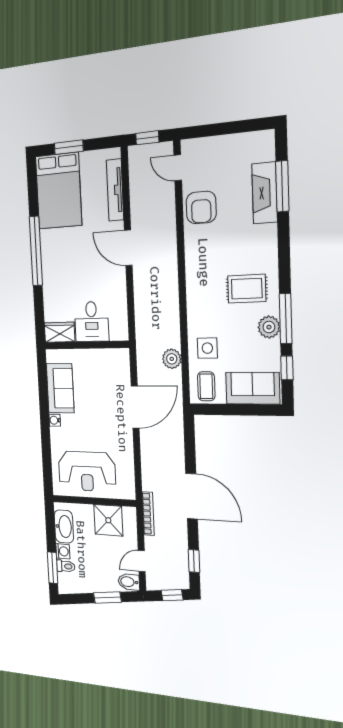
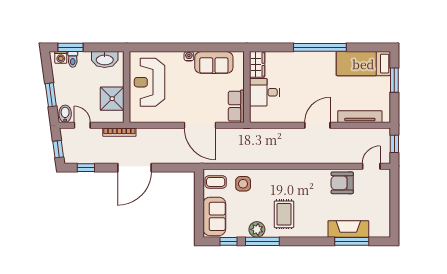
bed: (59, 191) -> (363, 64), width x0.67
row of seats: (110, 359) -> (236, 106), added
plant: (172, 359) -> (236, 156), removed
washing machine: (63, 551) -> (61, 57), moved

